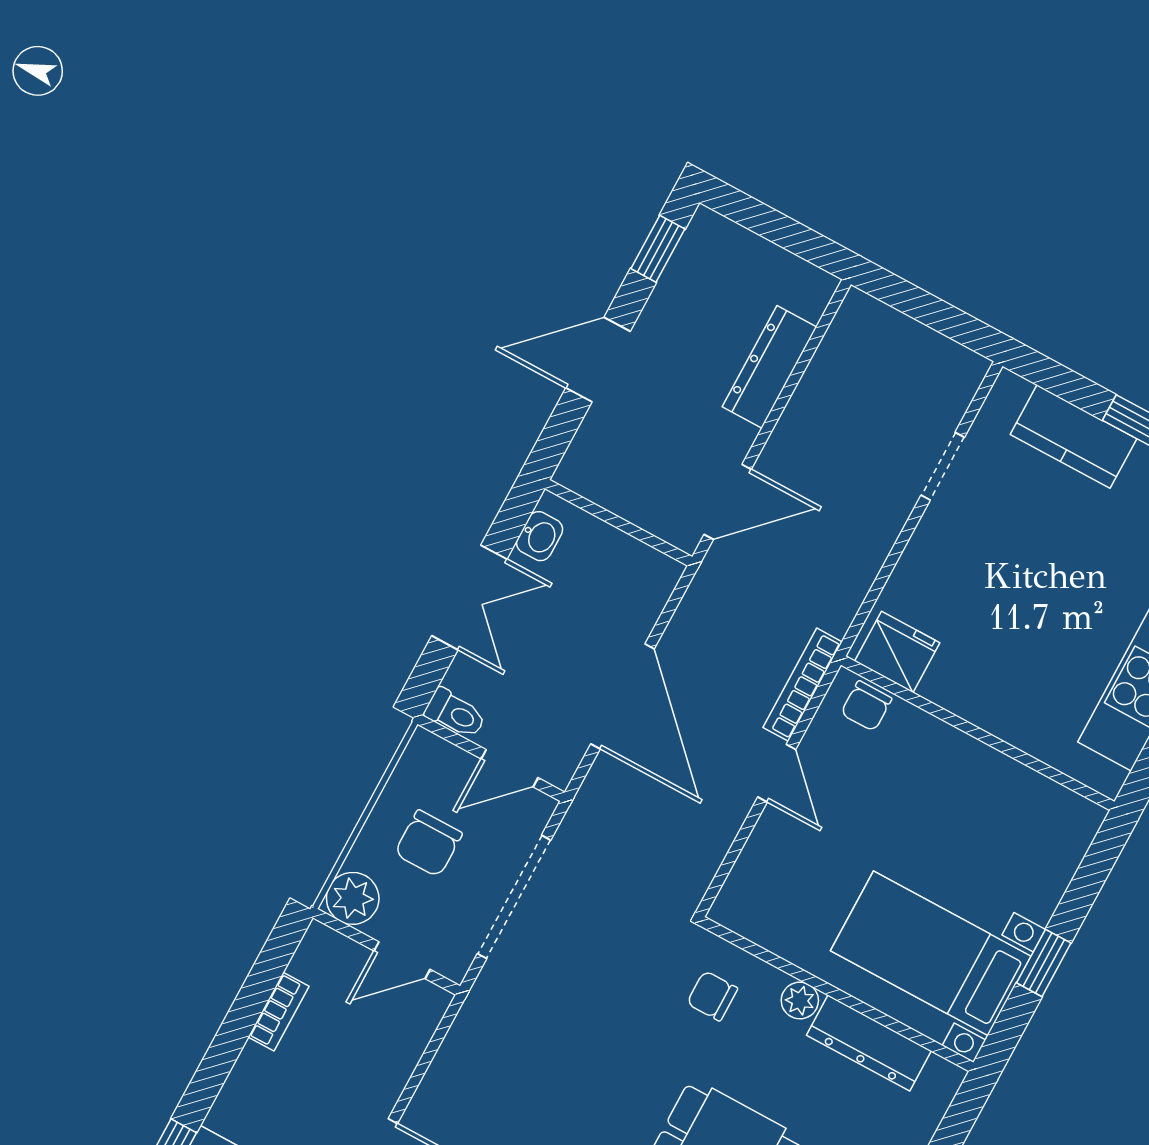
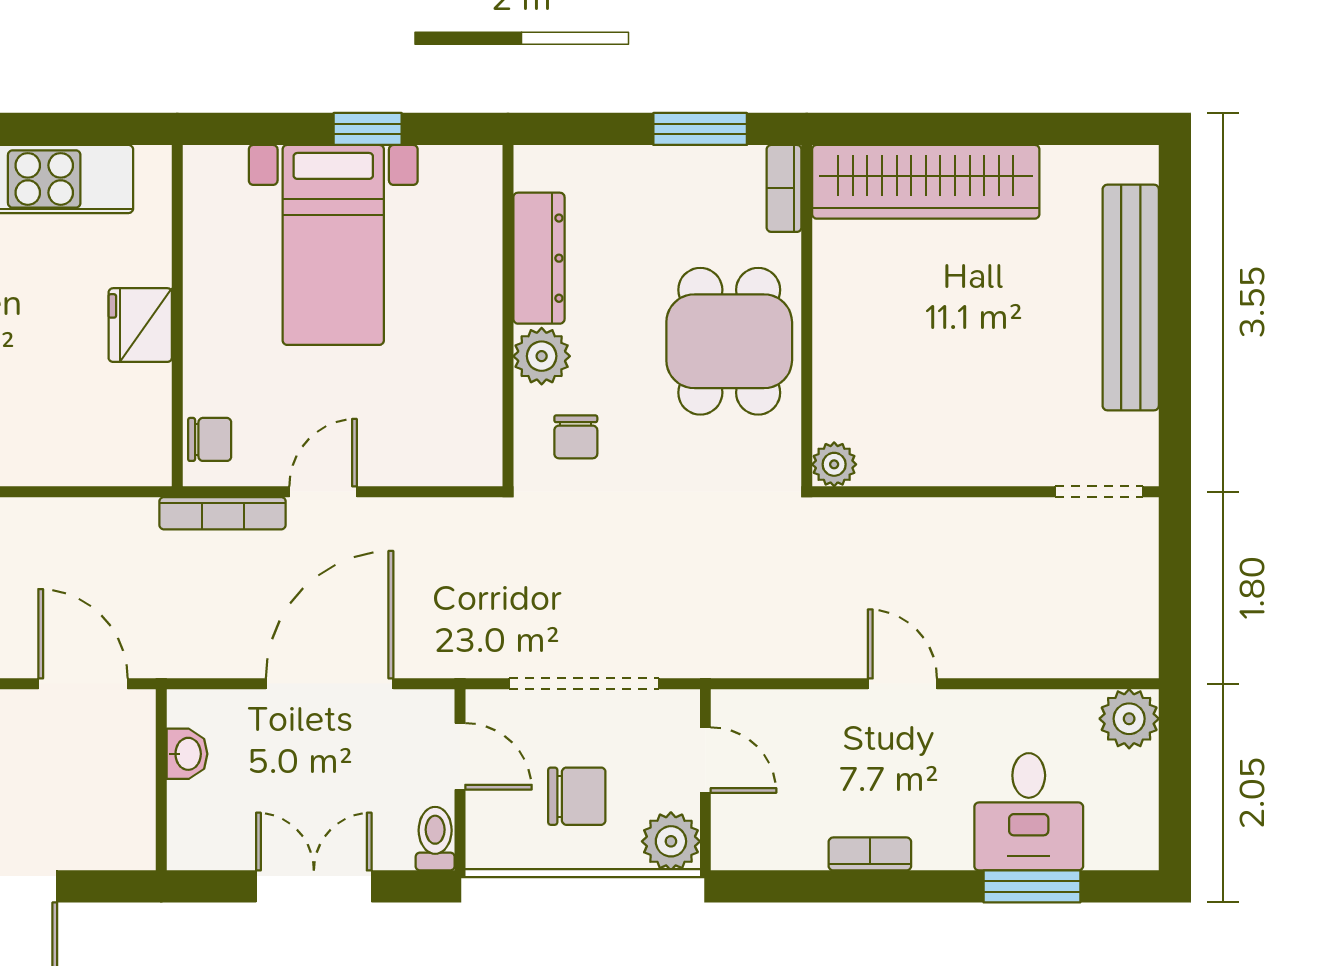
washbasin: (540, 536) -> (187, 754), moved, turned 90
fridge: (897, 652) -> (140, 325), moved
bed with nightstands: (931, 953) -> (333, 245), moved
plant: (800, 1001) -> (542, 356), width x1.38, depth x1.38
bookcase: (279, 1012) -> (870, 854), moved

